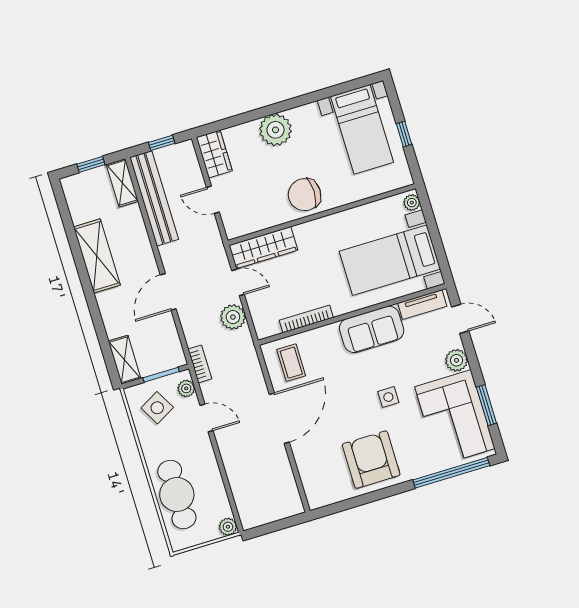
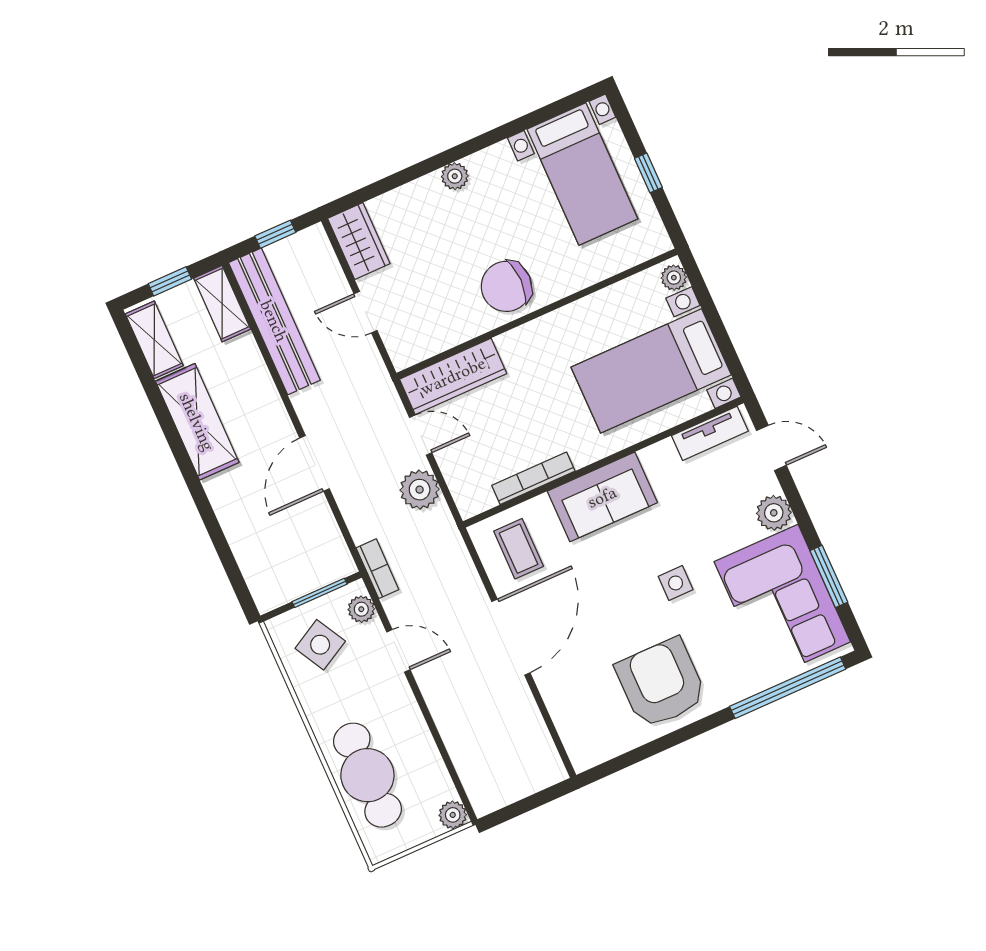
plant: (275, 130) -> (455, 176), width x0.53, depth x0.53
sofa: (372, 329) -> (602, 497), moved
shelving: (125, 360) -> (154, 340), moved

